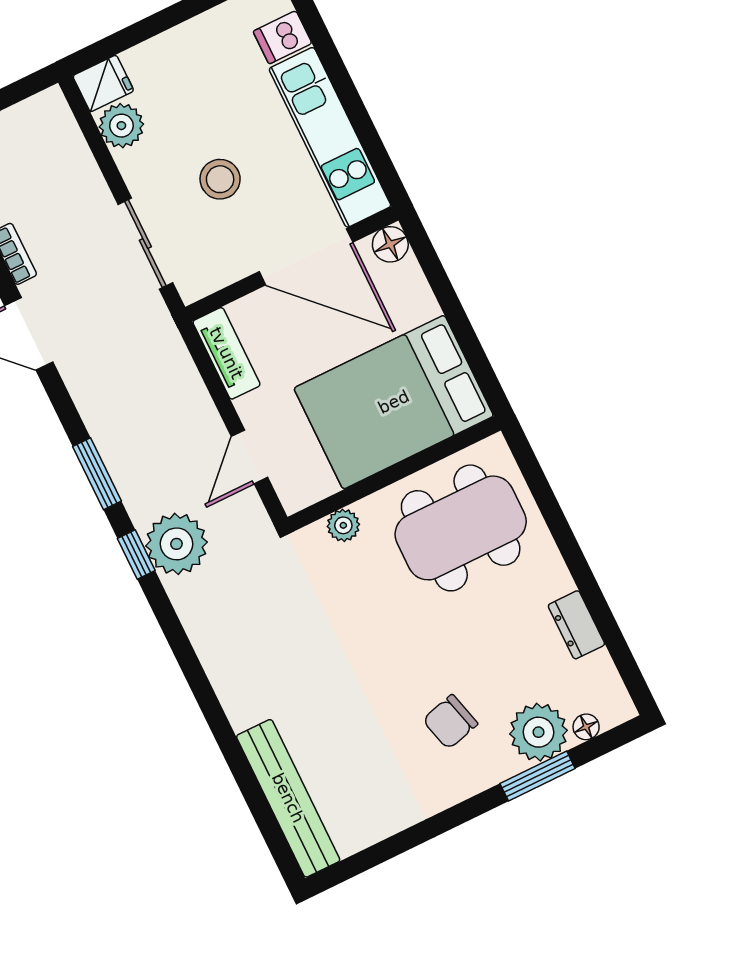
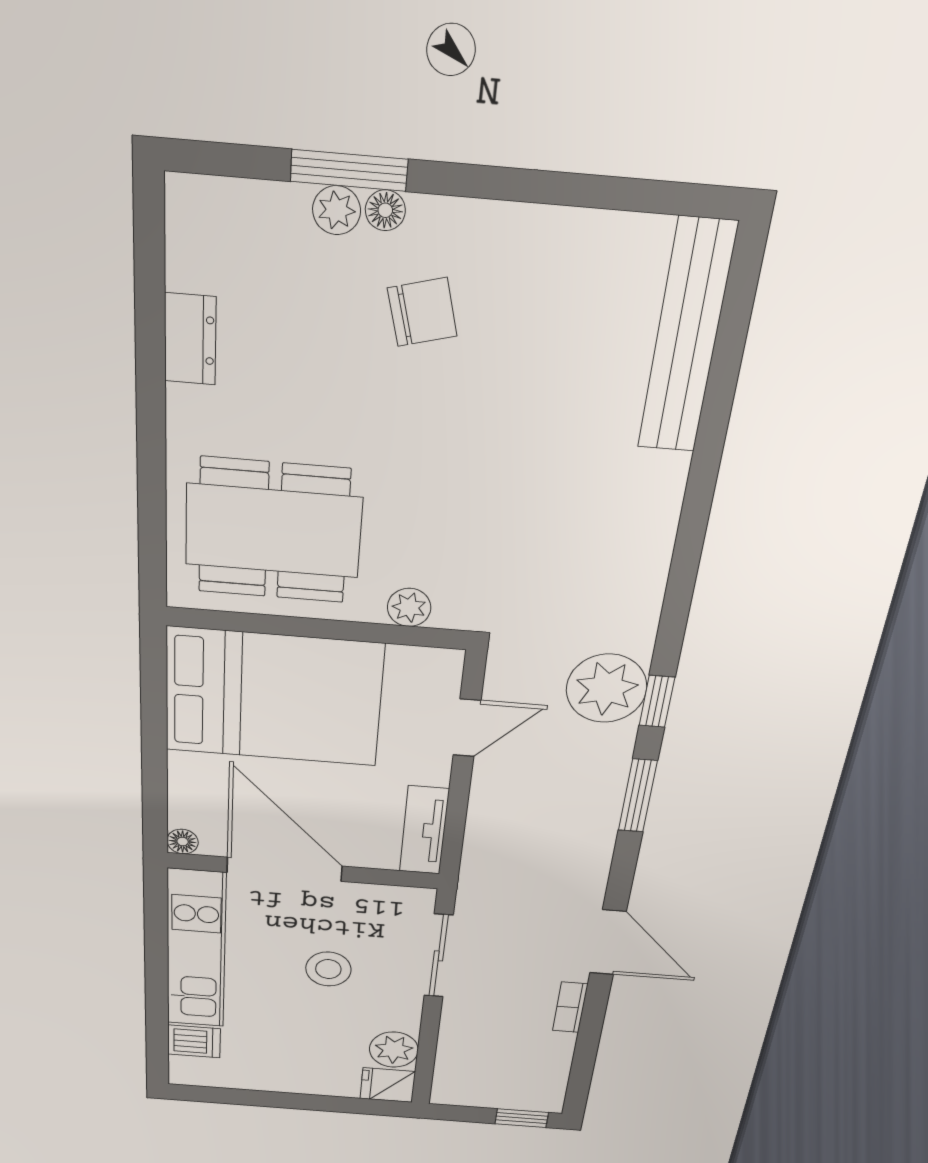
floor lamp: (390, 244) -> (183, 842), width x0.73, depth x0.73
floor lamp: (586, 727) -> (385, 210), moved
plant: (538, 732) -> (337, 210), width x0.53, depth x0.53

